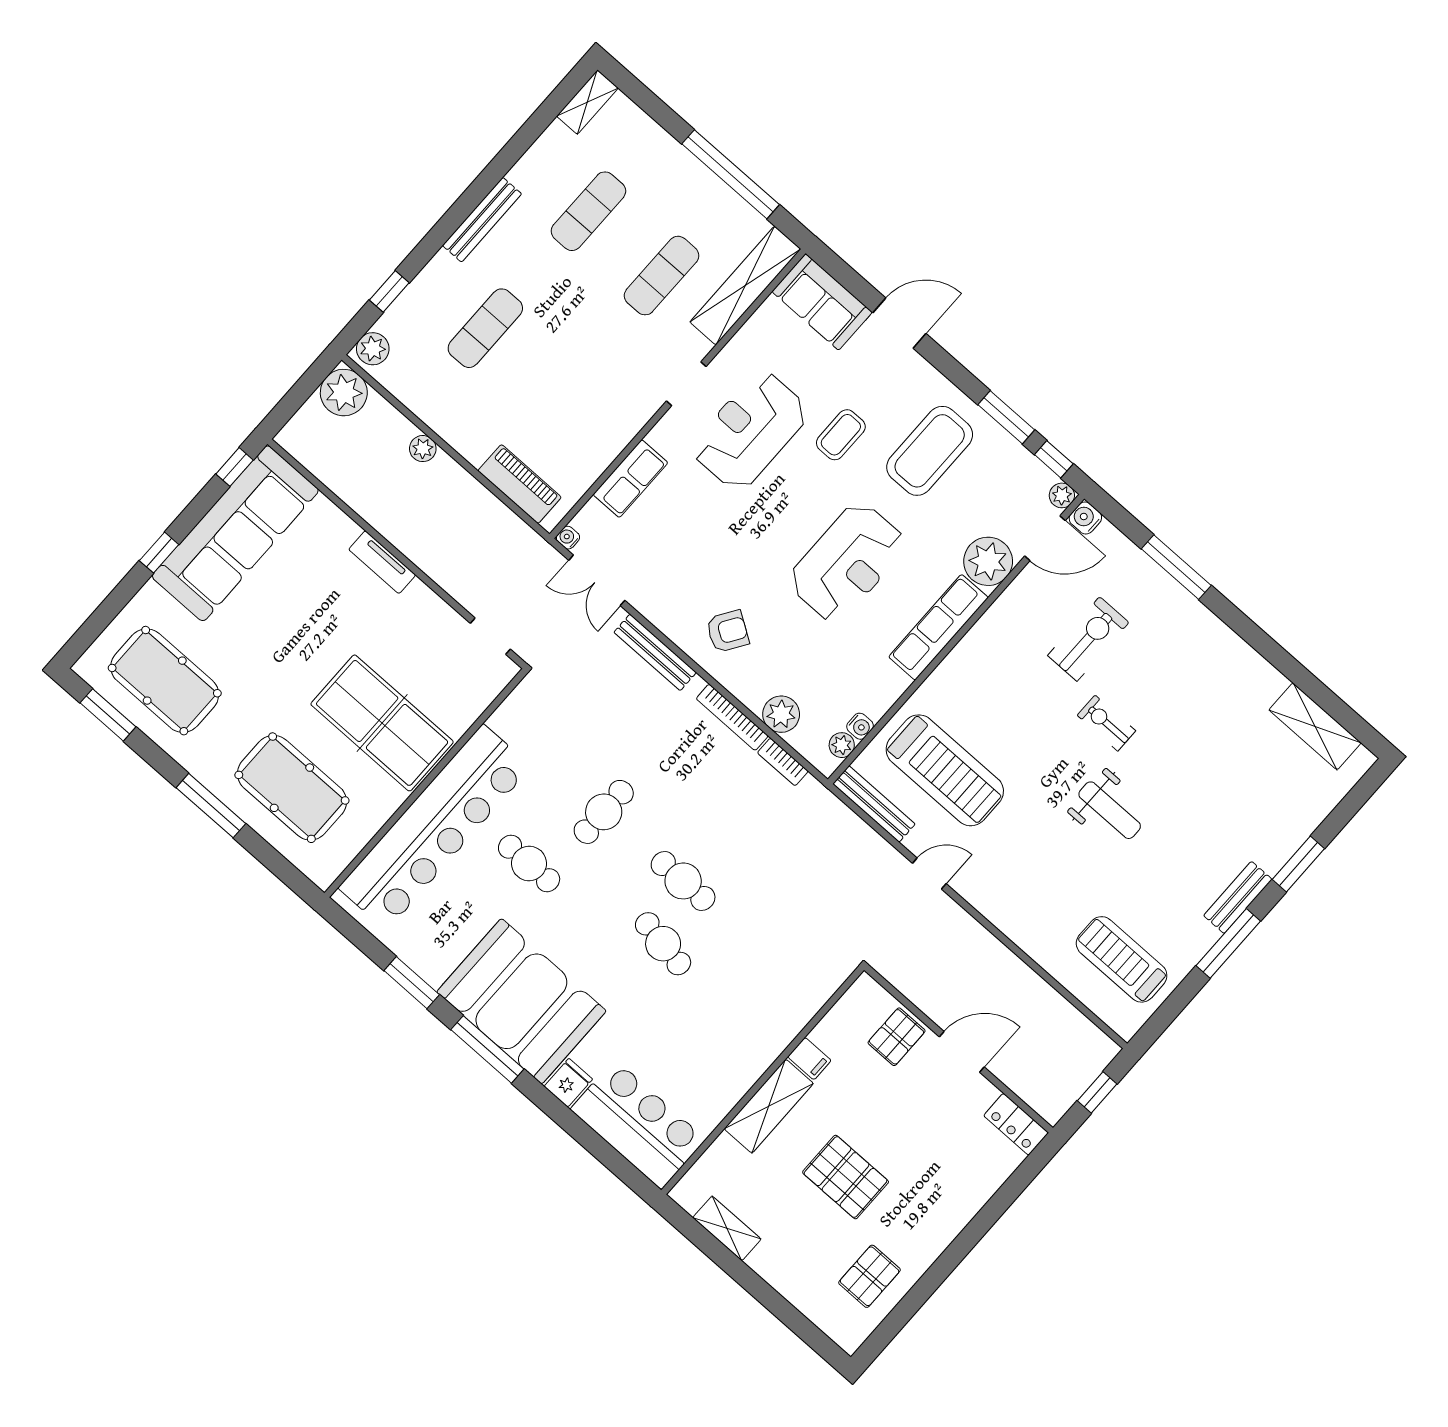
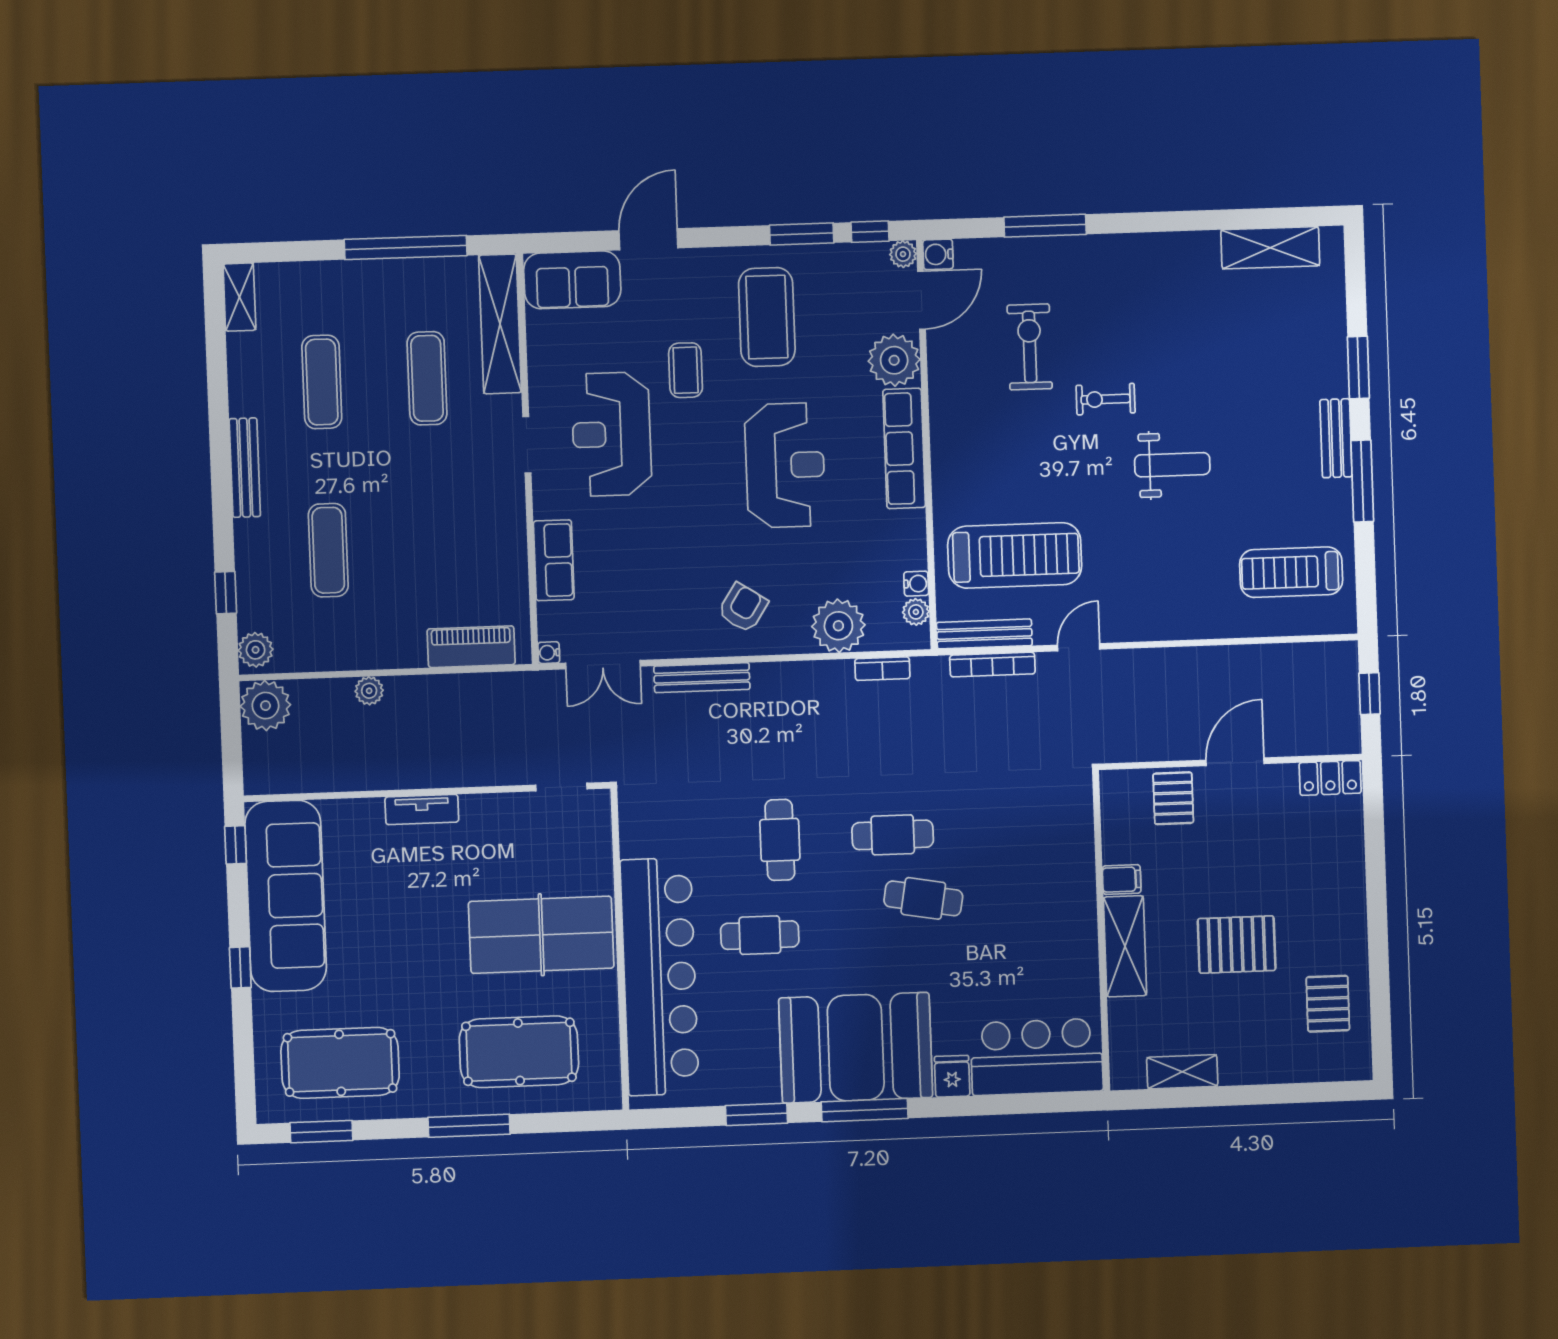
plant: (781, 714) -> (838, 626), width x1.36, depth x1.36
bookcase: (732, 717) -> (992, 665), moved

